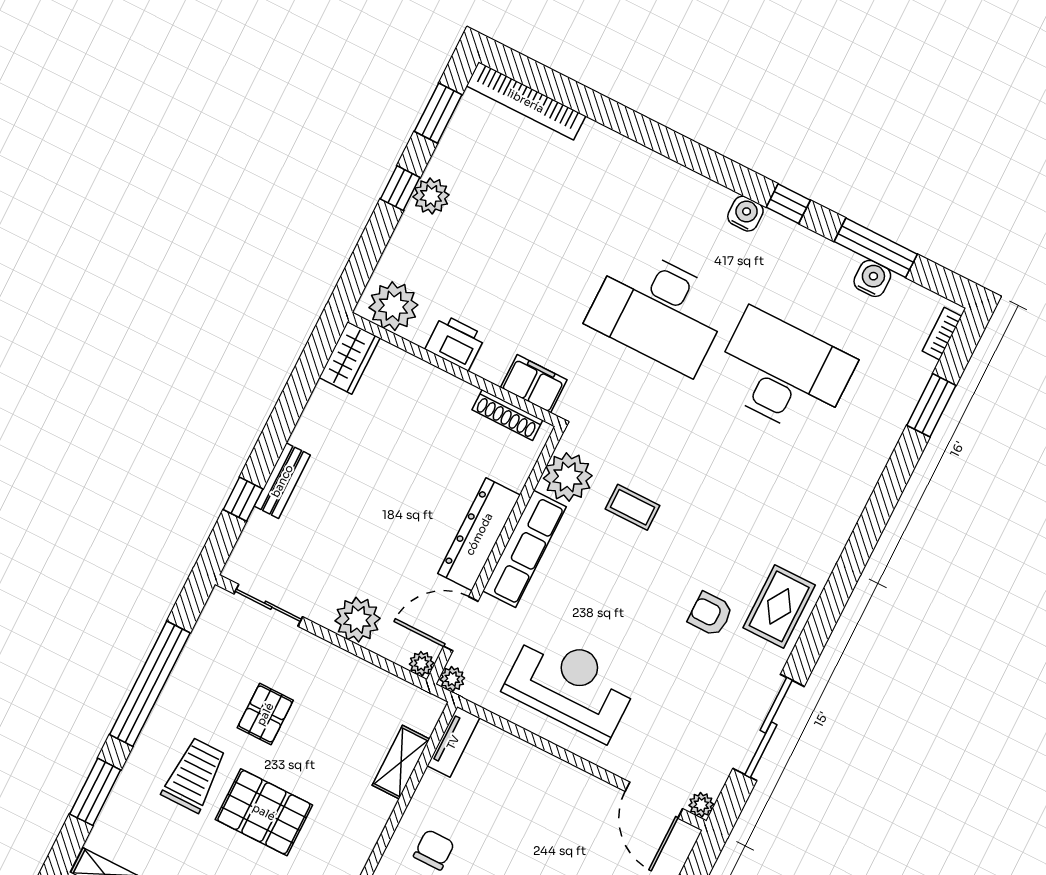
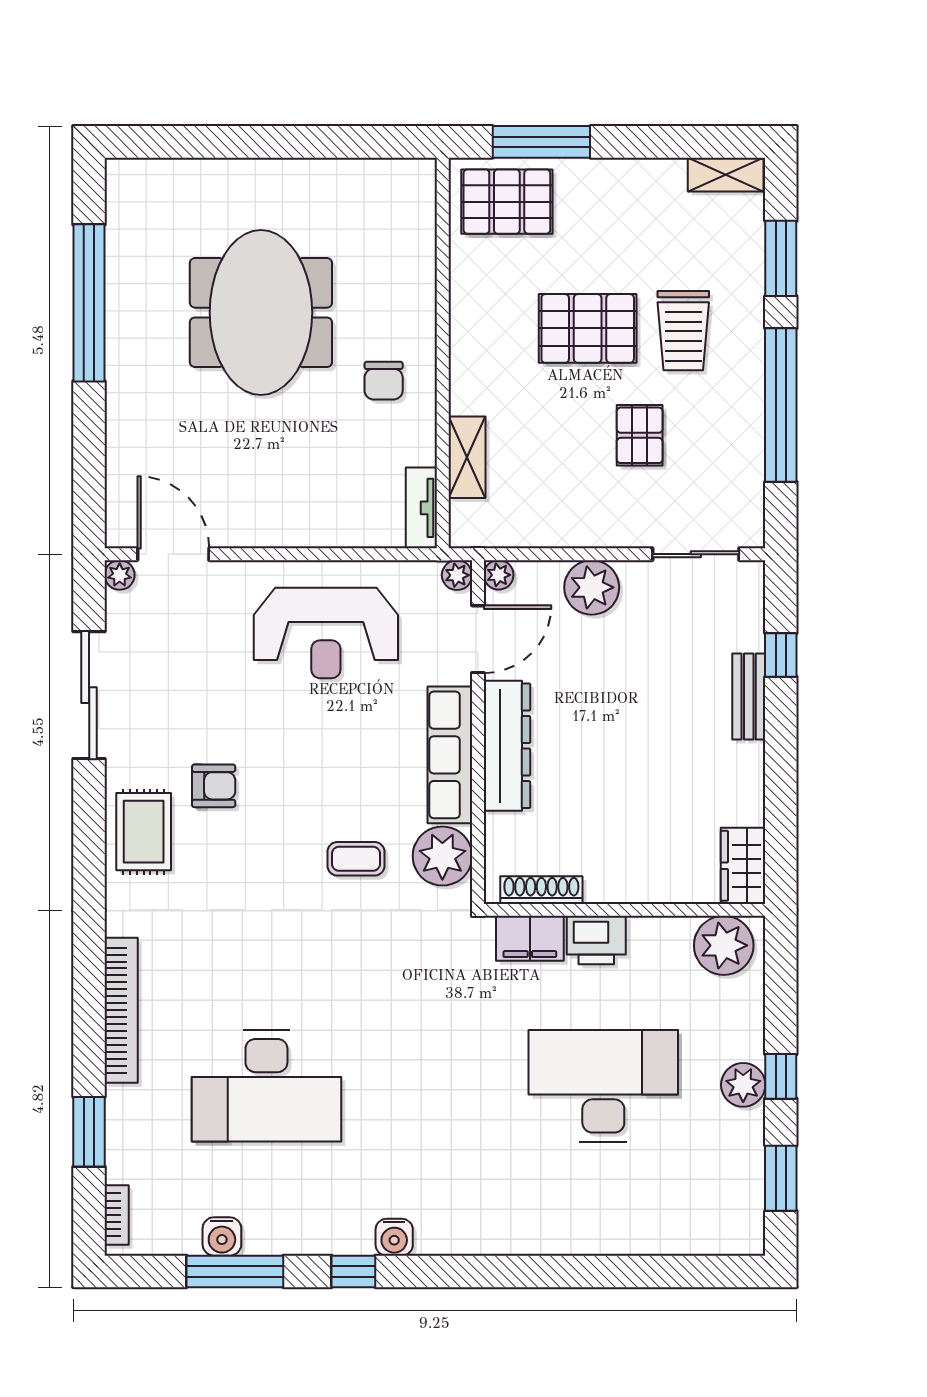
bookcase: (526, 101) -> (121, 1010), moved, turned 90
desk: (659, 310) -> (603, 1086), moved
printer: (455, 342) -> (596, 940), moved

